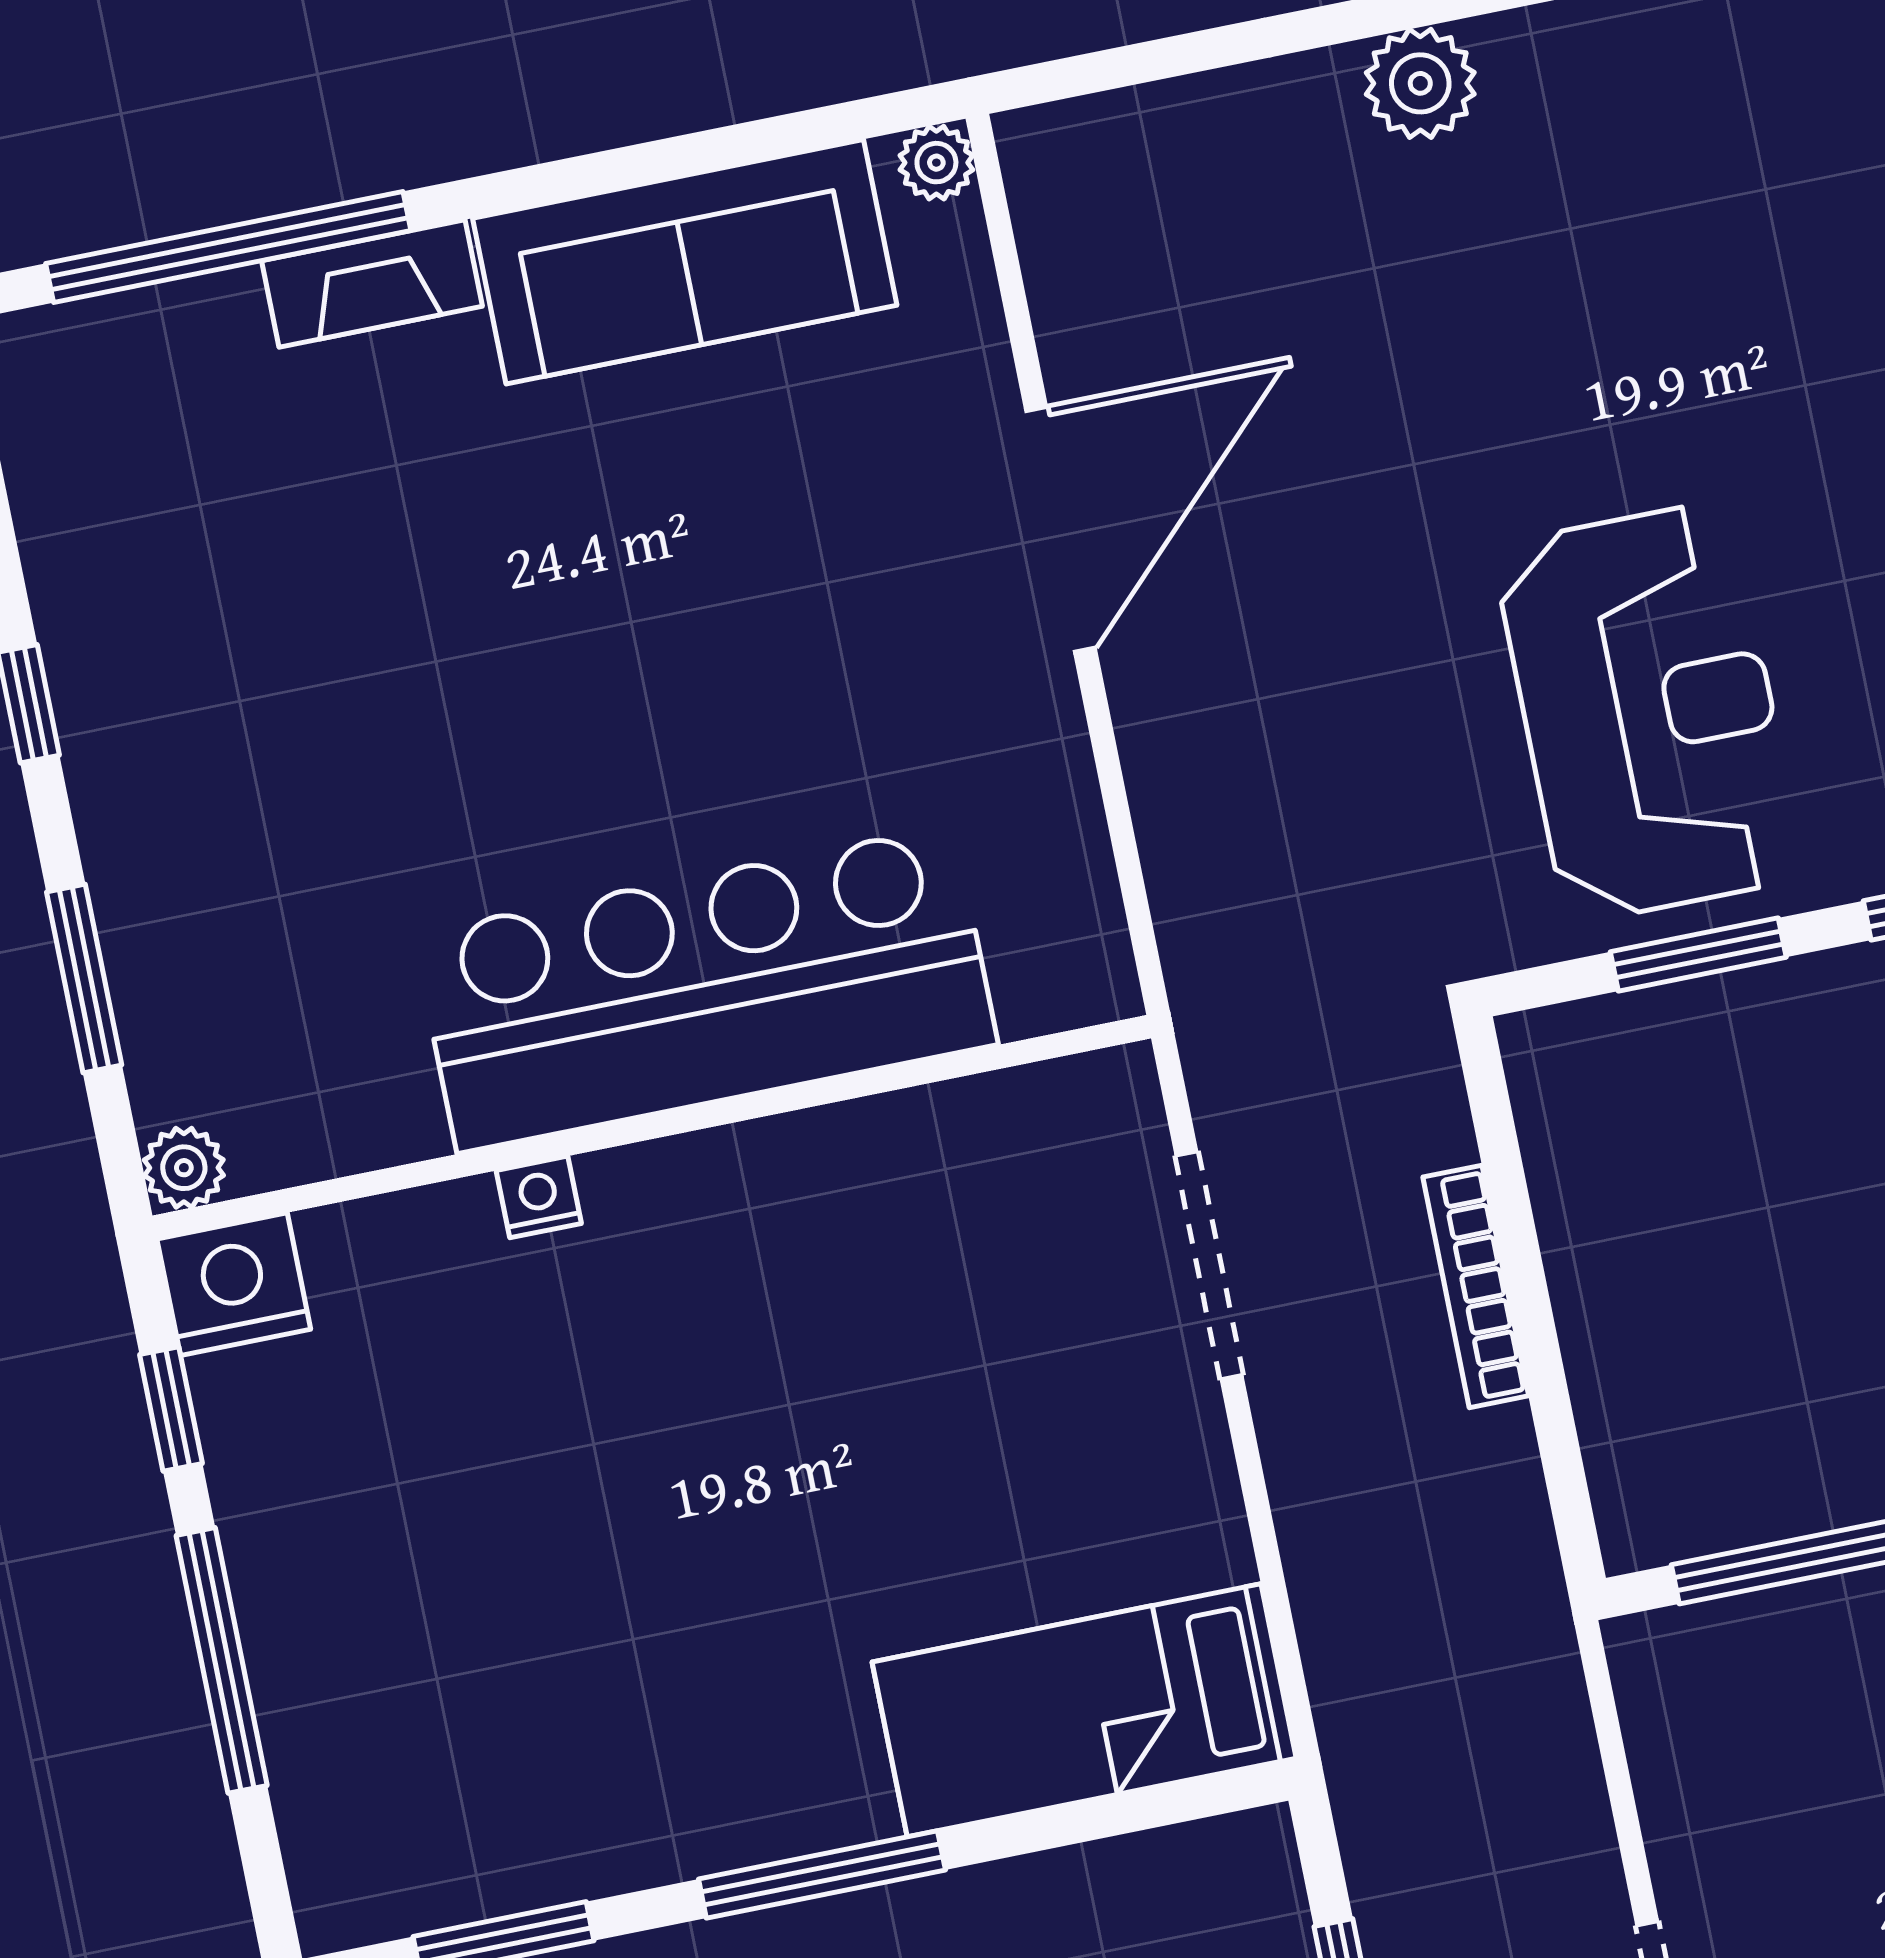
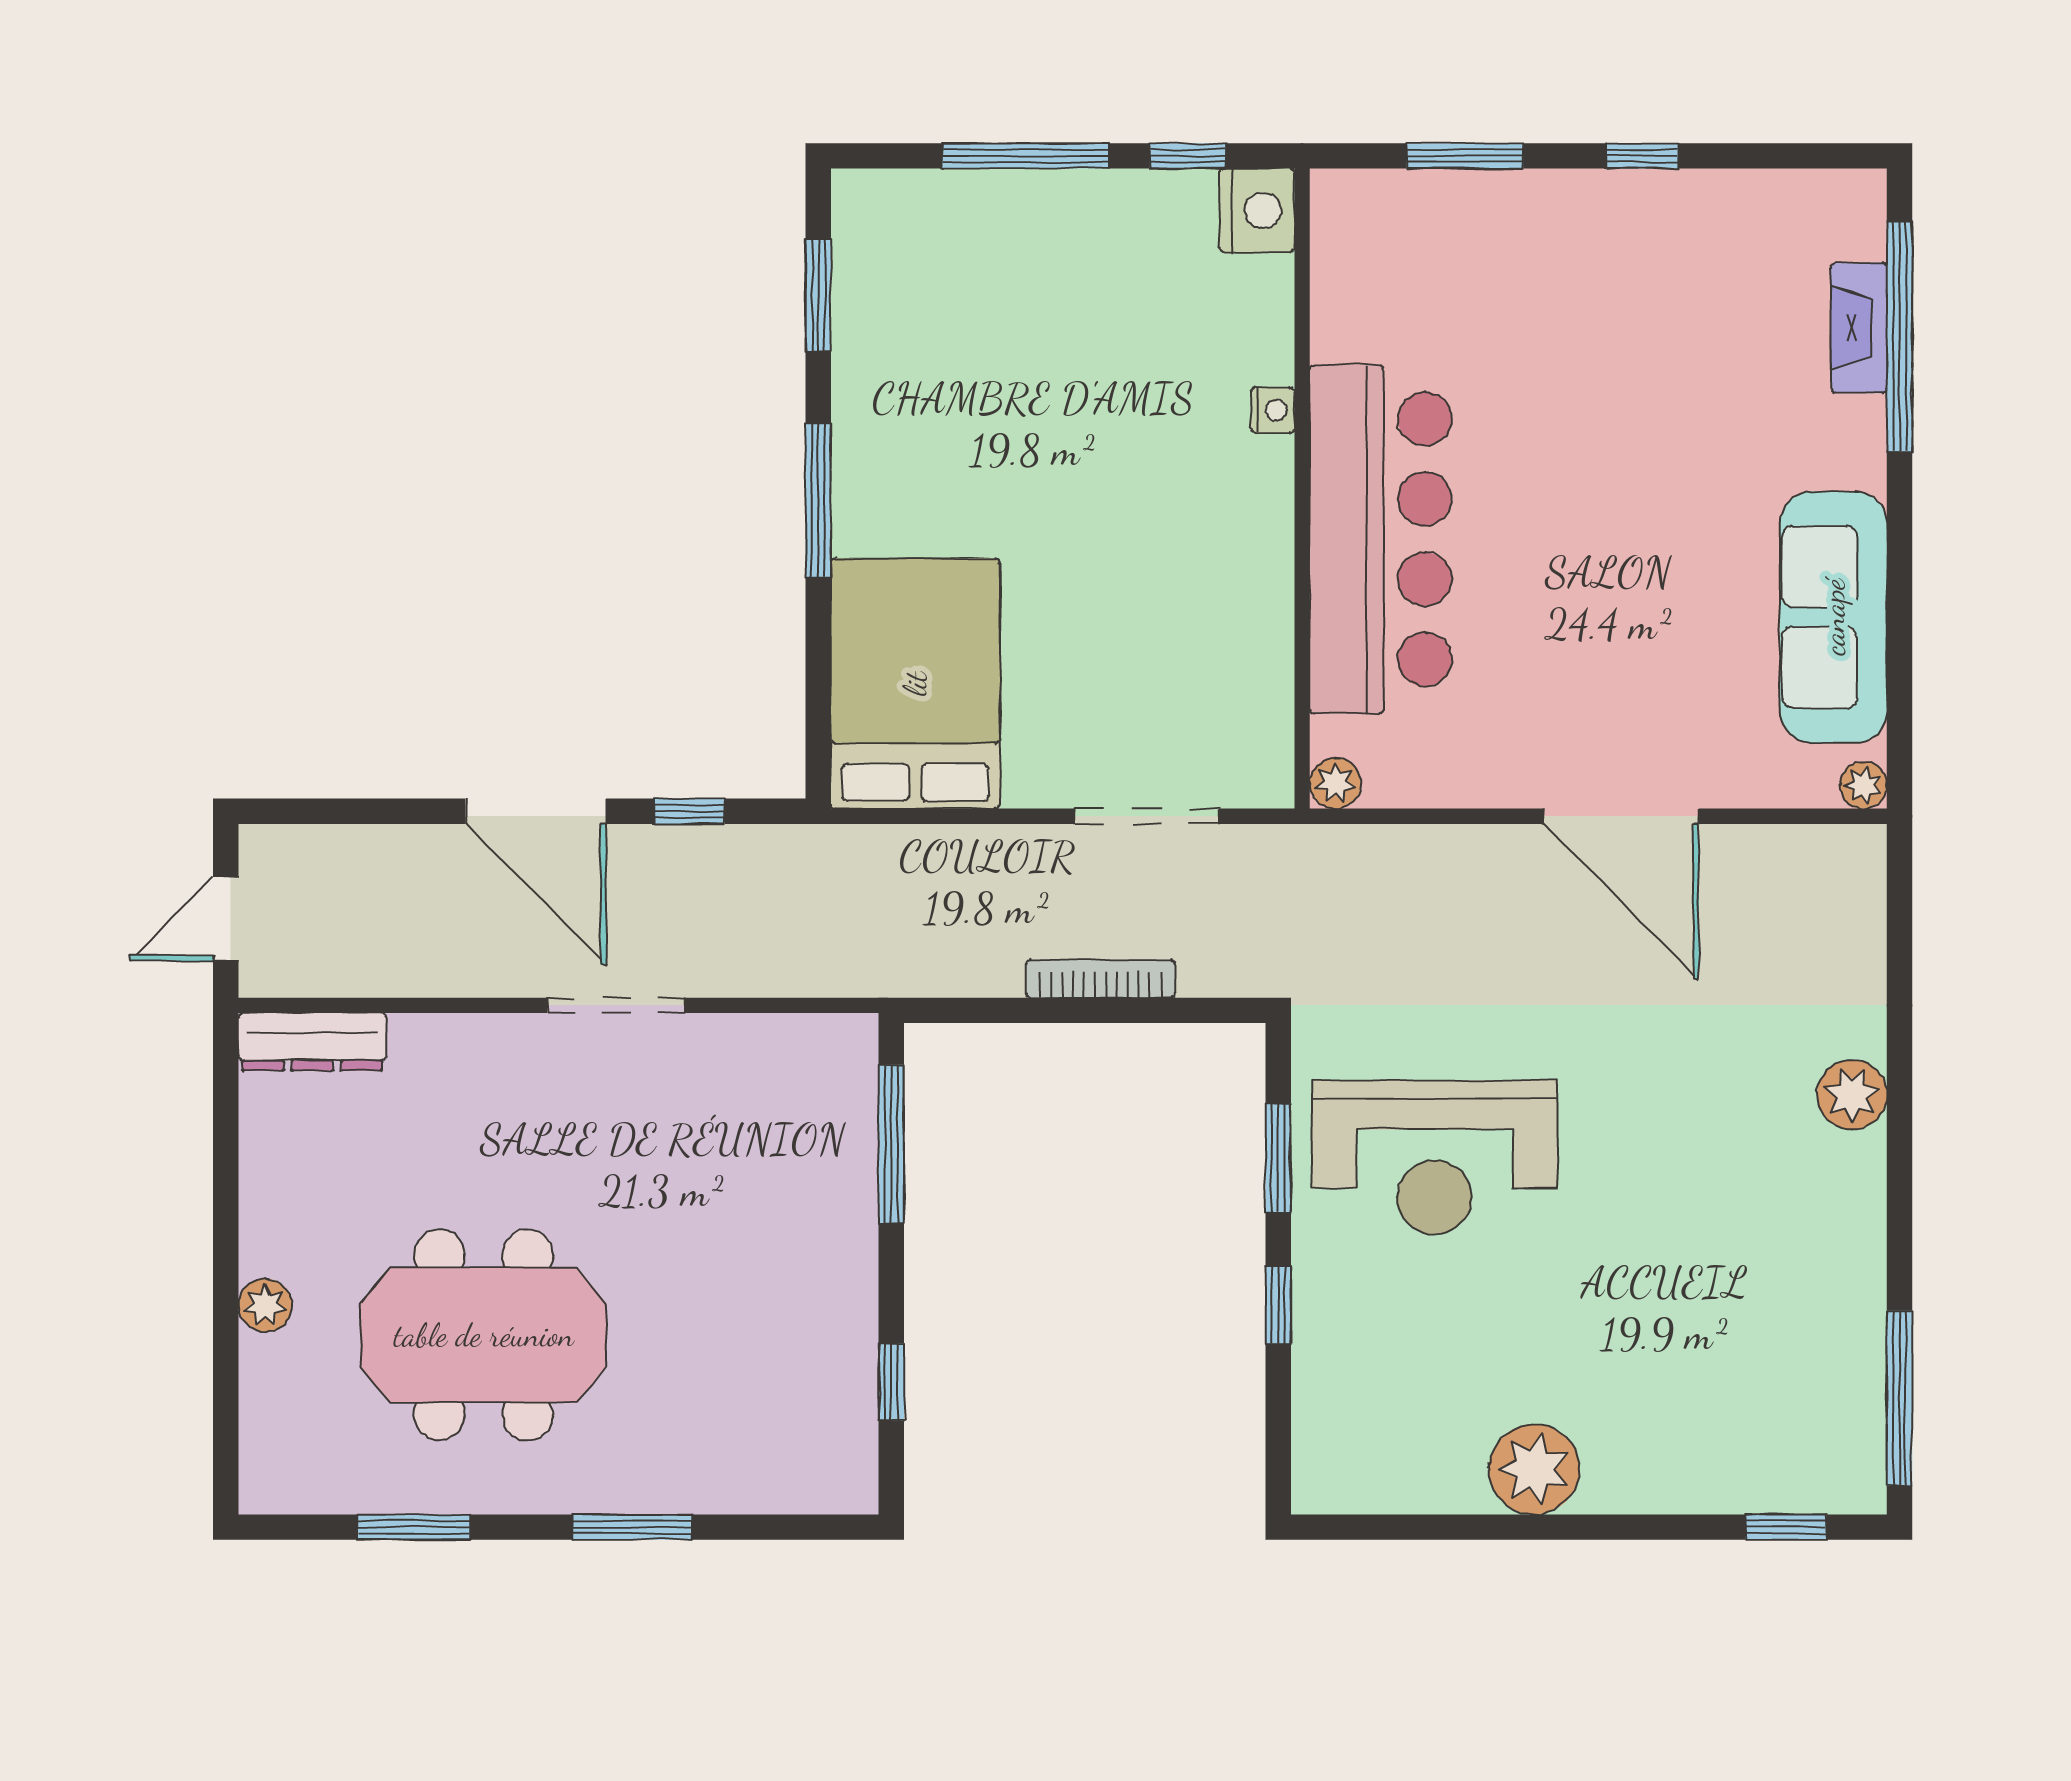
fireplace: (372, 284) -> (1859, 328), moved
plant: (184, 1168) -> (1335, 783), moved
bed: (1084, 1710) -> (915, 684), width x1.50

